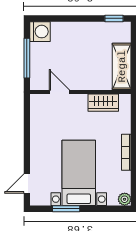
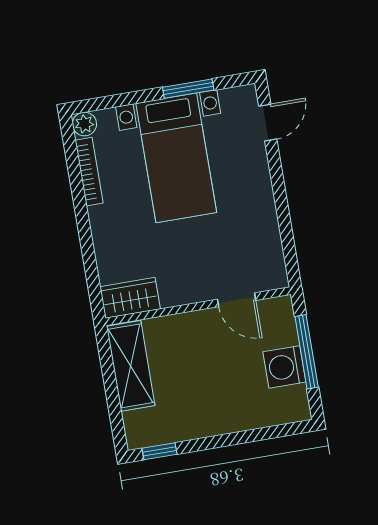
washing machine: (40, 32) -> (284, 367), moved
wardrobe: (103, 103) -> (130, 298), moved
bookcase: (126, 152) -> (89, 172), moved

